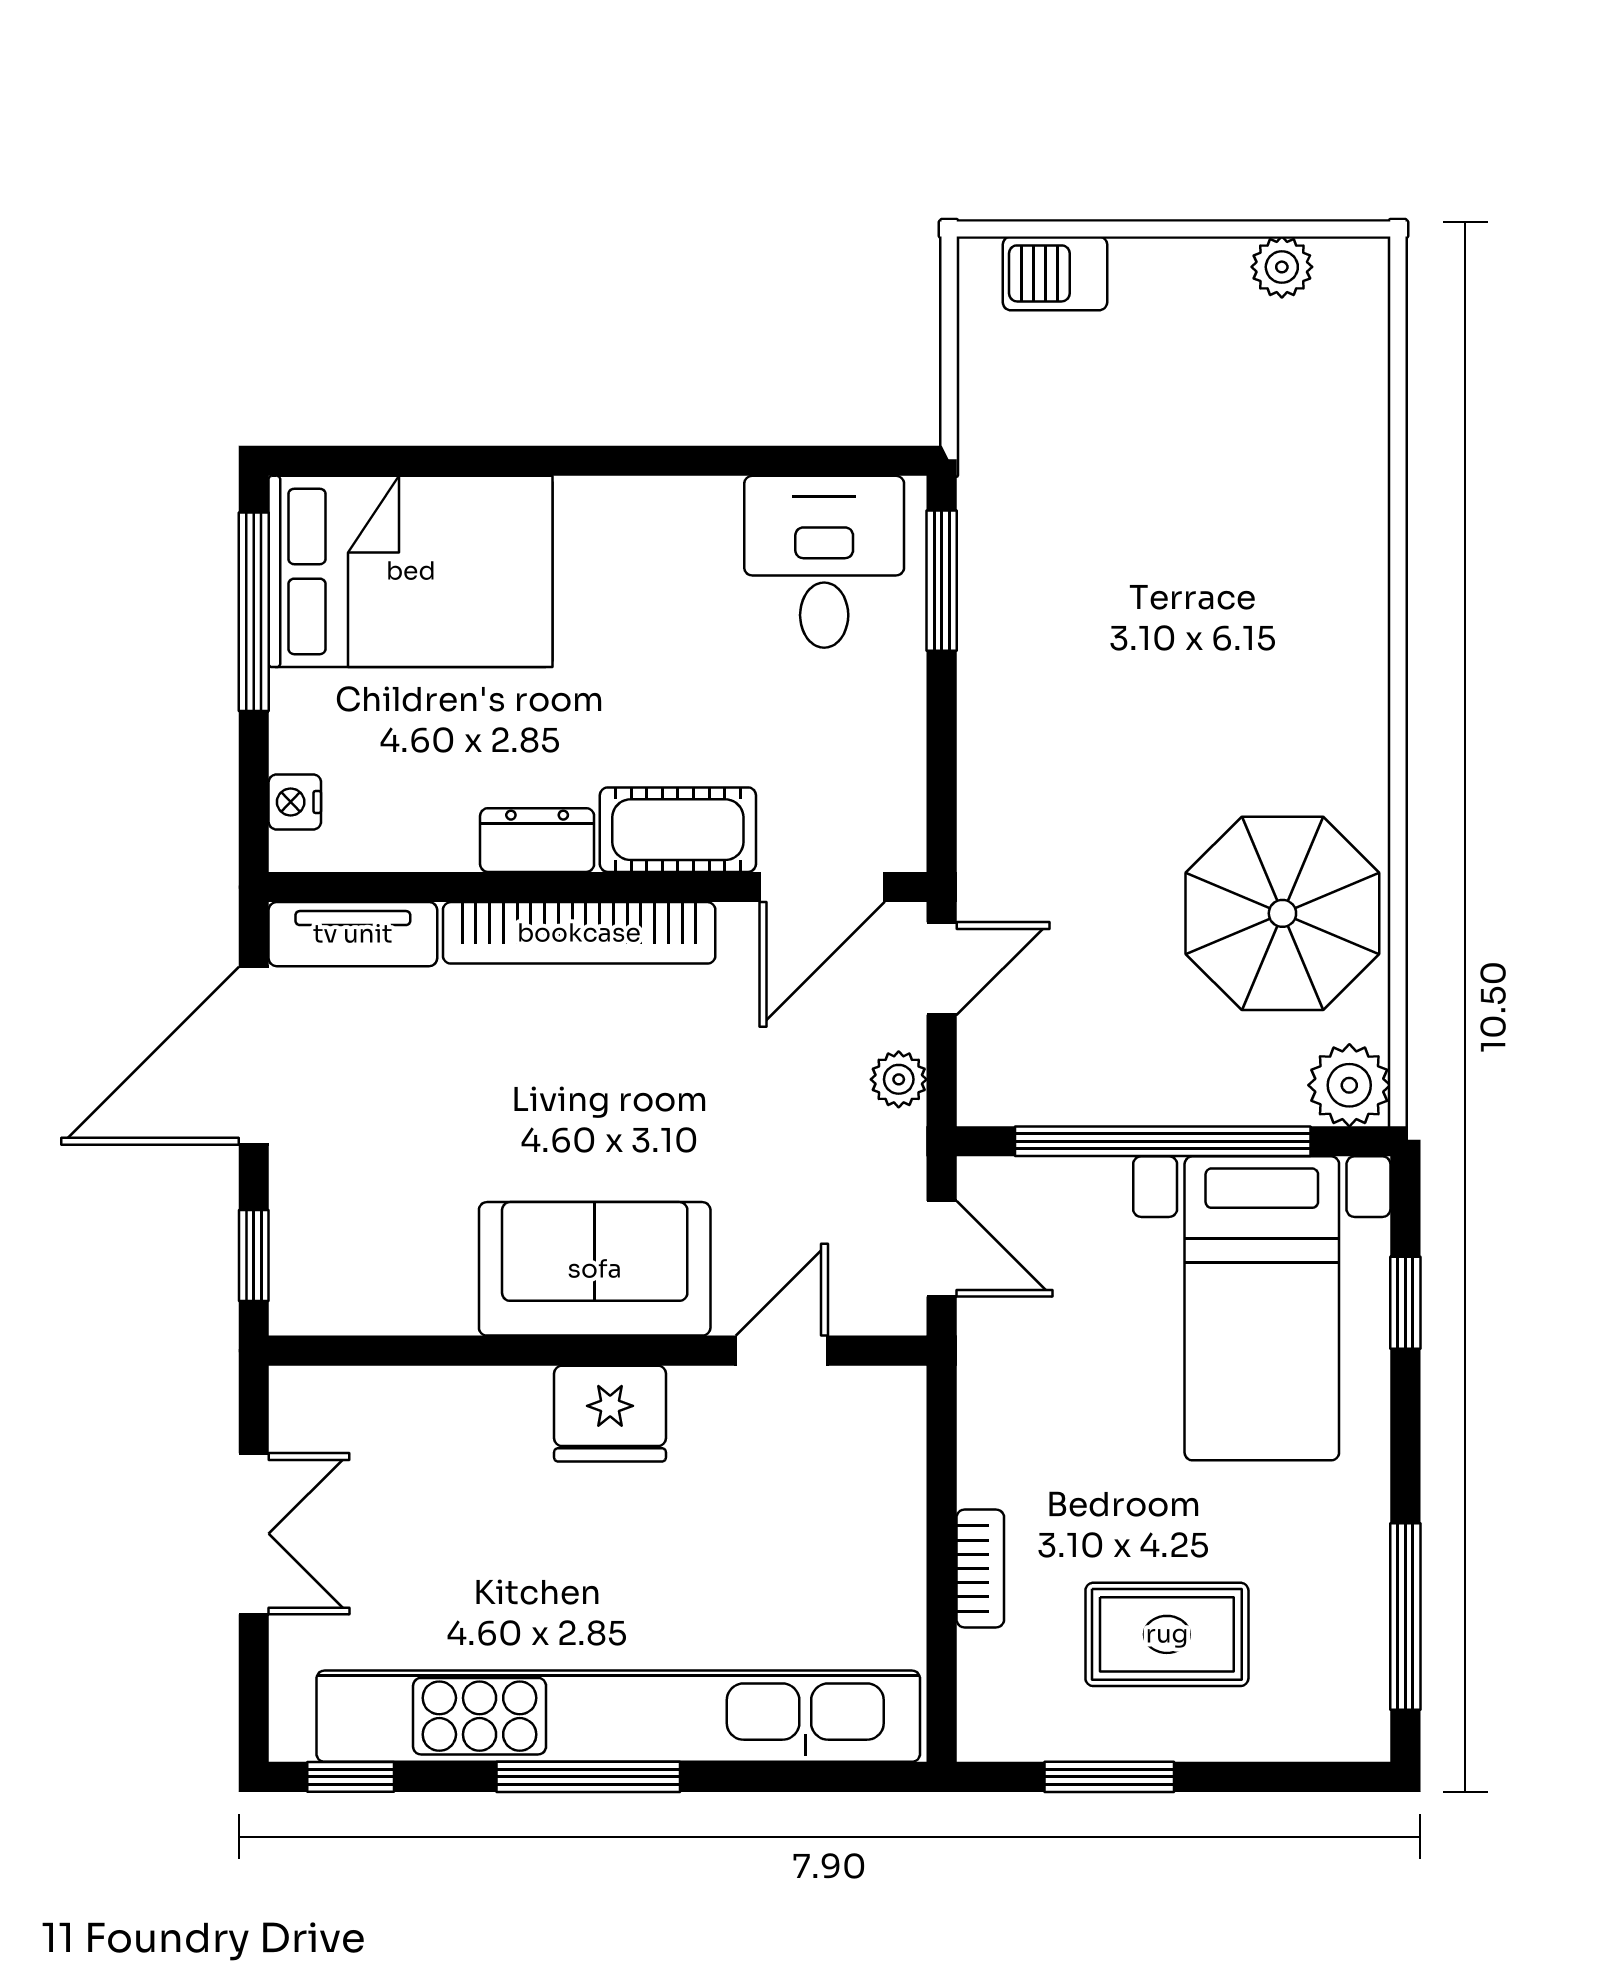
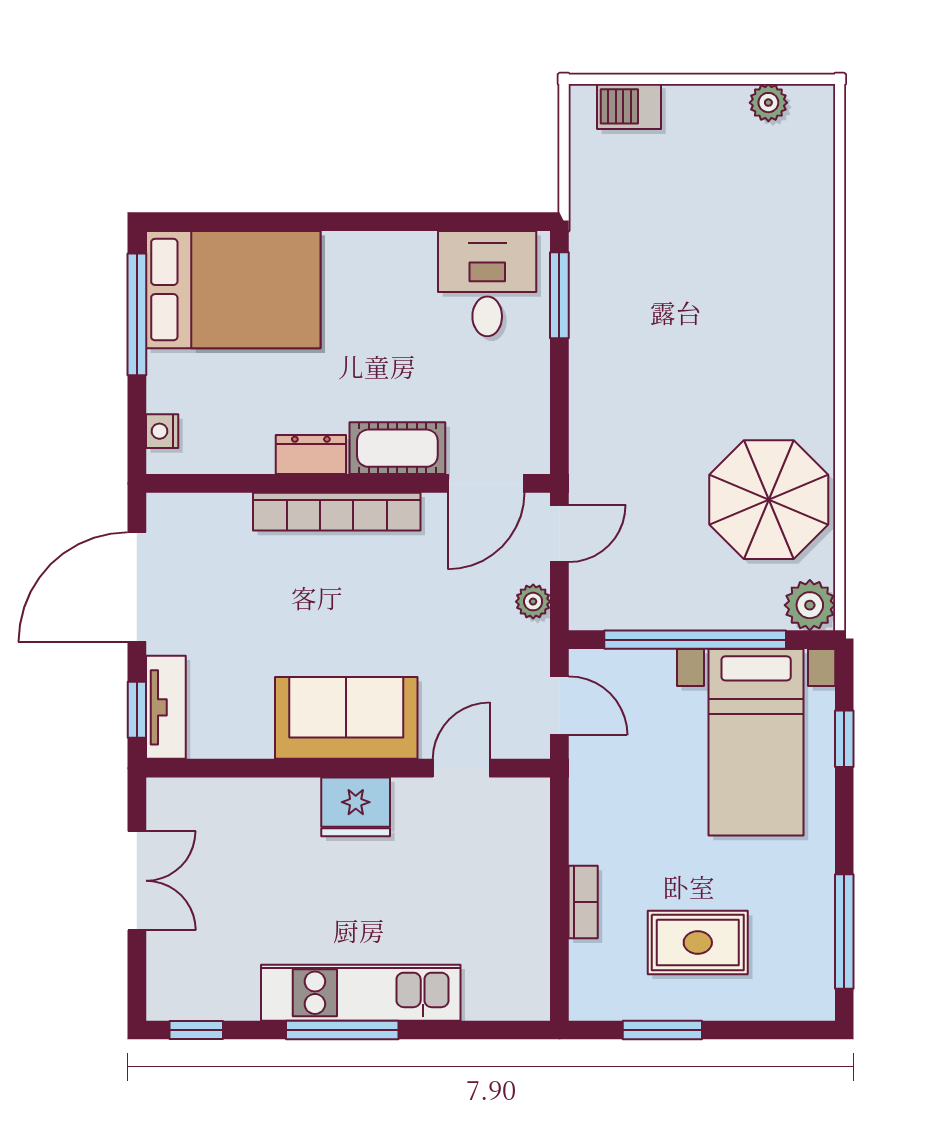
tv unit: (353, 934) -> (166, 707), moved, turned -90
kitchen unit: (618, 1716) -> (361, 993), width x0.54

